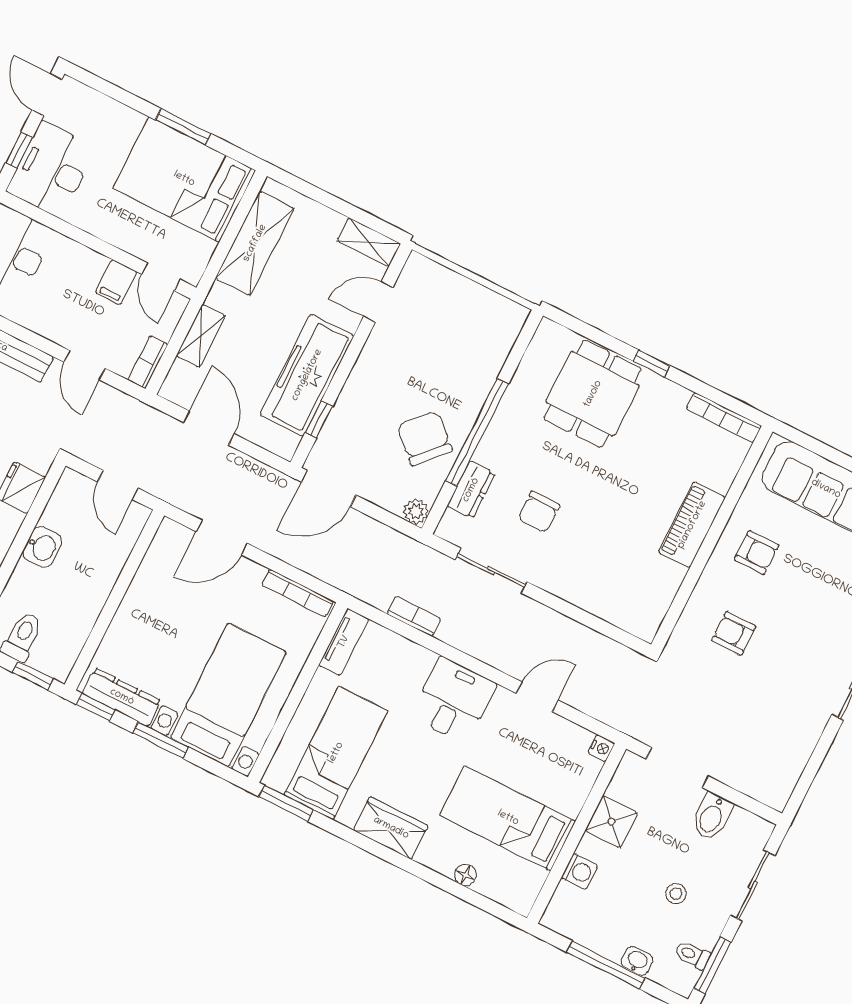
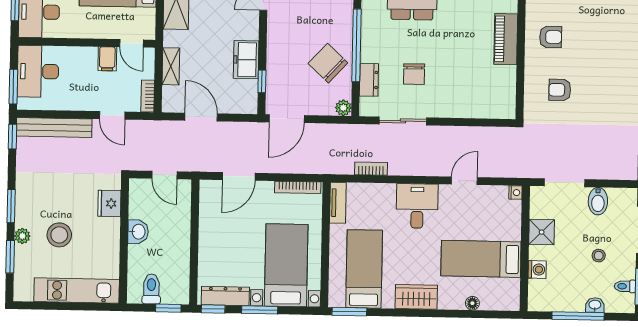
freezer: (307, 375) -> (246, 60), width x0.52, depth x0.79

